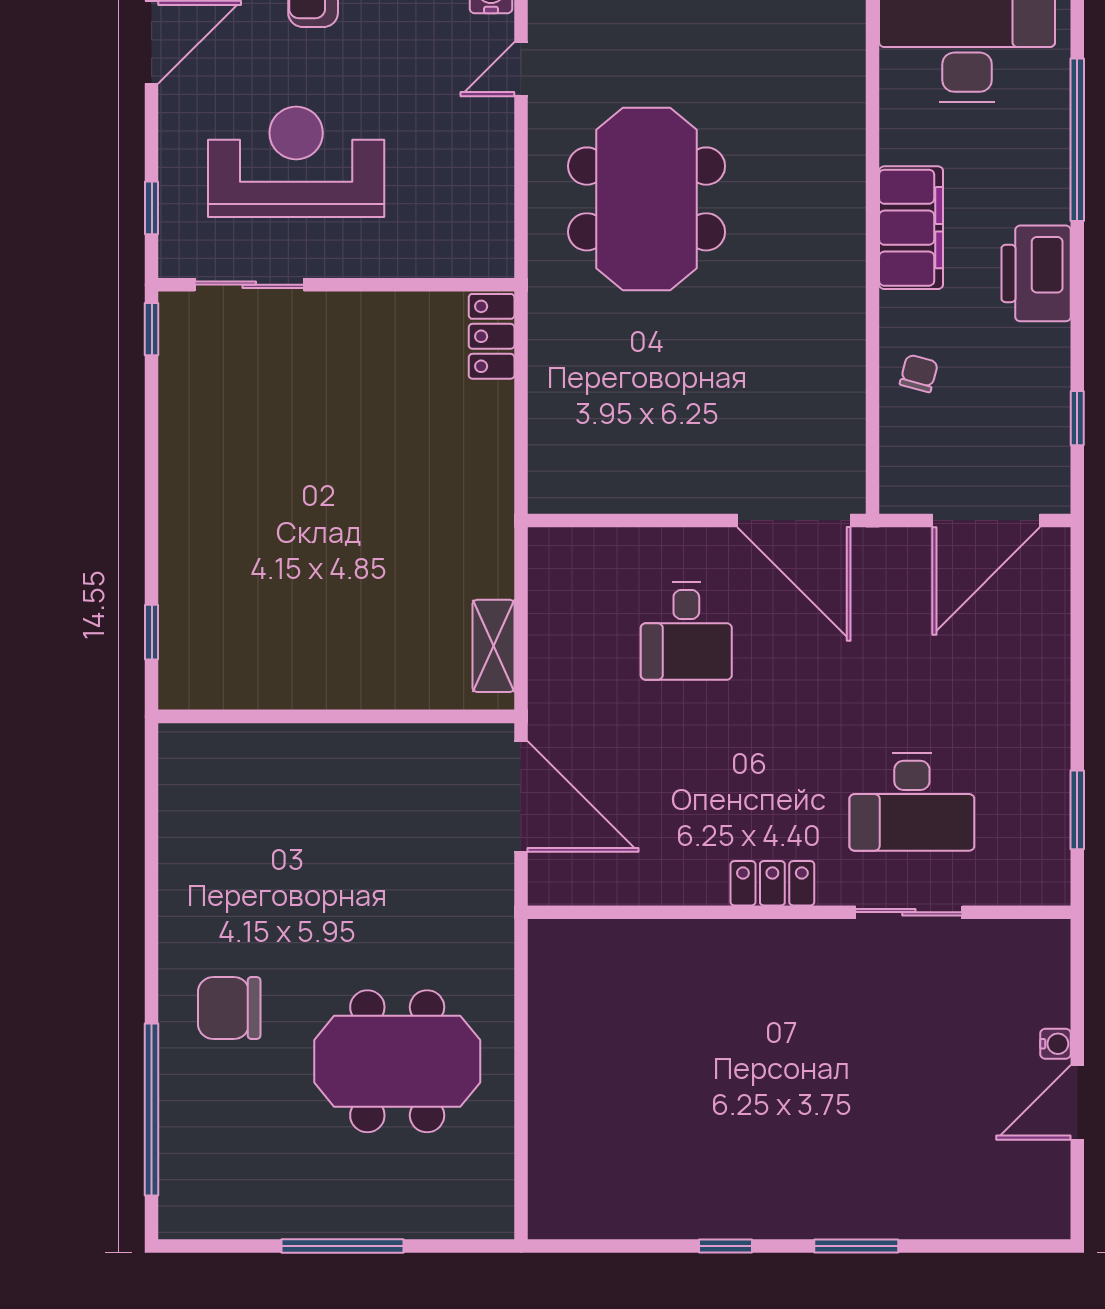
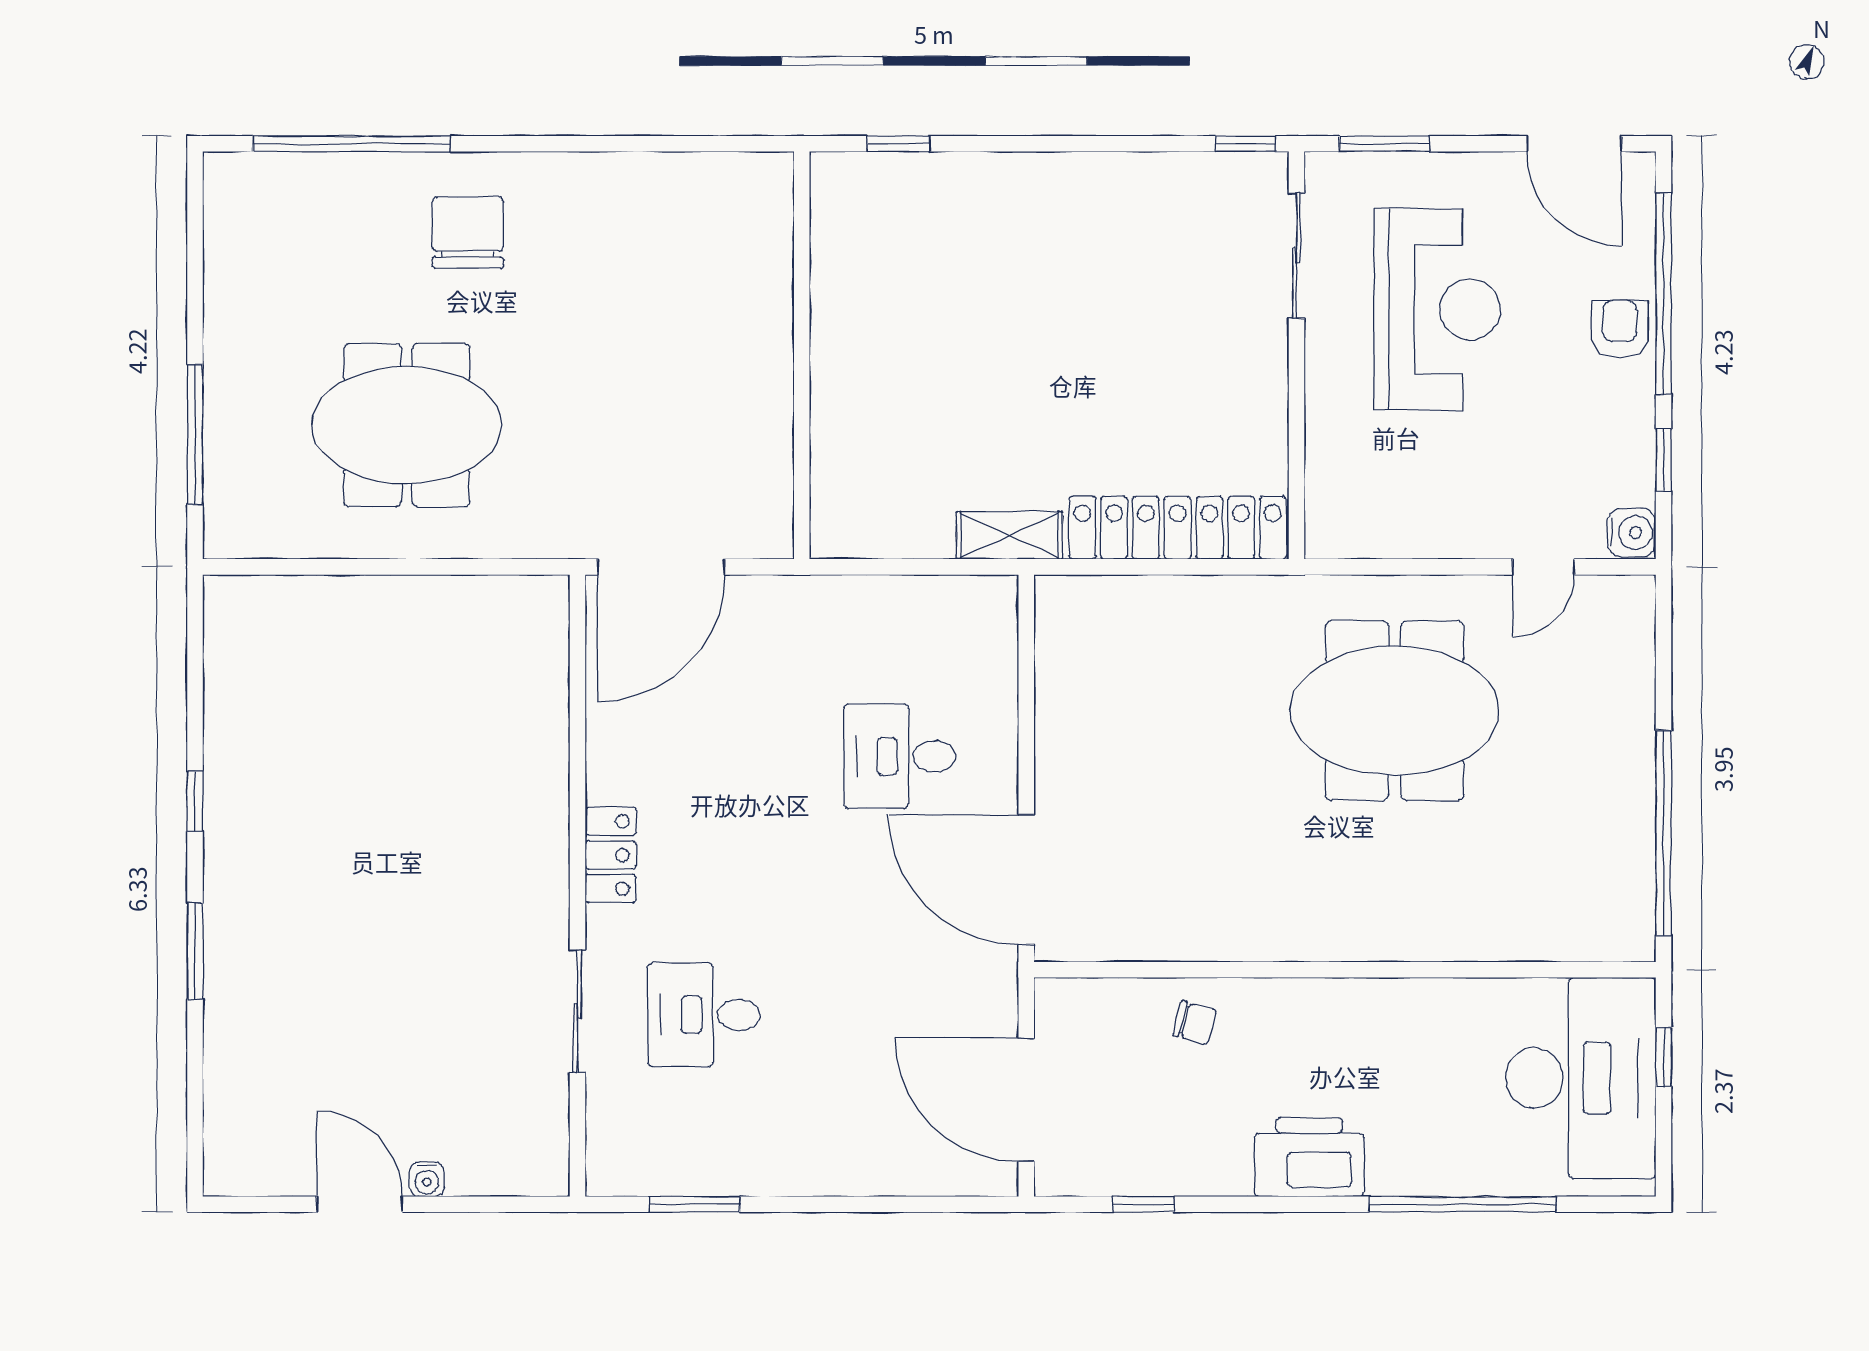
door: (521, 69) -> (1543, 567), swing flipped
window: (152, 208) -> (1384, 144), width x1.50
filing cabinet: (911, 228) -> (1362, 1014), removed
locker: (492, 336) -> (1178, 528), width x2.16, depth x1.21
door: (794, 521) -> (1026, 879), hinge flipped
shelving: (493, 646) -> (1009, 535), moved
door: (521, 797) -> (661, 567), moved
desk: (912, 802) -> (704, 1015), width x0.73
meeting table: (397, 1061) -> (407, 425), turned 90
window: (342, 1246) -> (195, 435), moved

